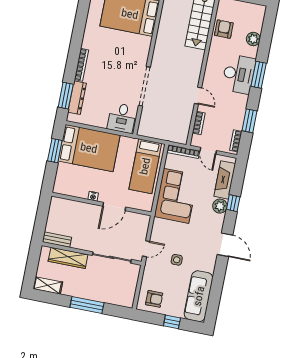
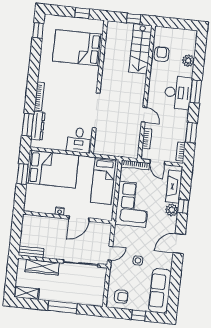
door: (225, 245) -> (179, 244), swing flipped

